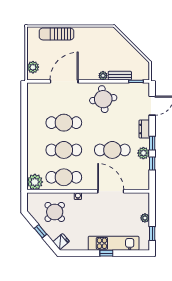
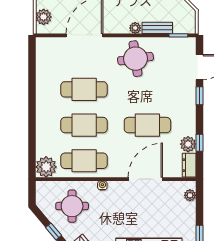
dresser: (144, 129) -> (189, 165), moved
window: (152, 143) -> (199, 96), moved
plant: (143, 153) -> (188, 144), moved
door: (111, 191) -> (145, 179), hinge flipped
round table: (55, 212) -> (72, 206), turned 45
plant: (145, 218) -> (190, 195), moved

